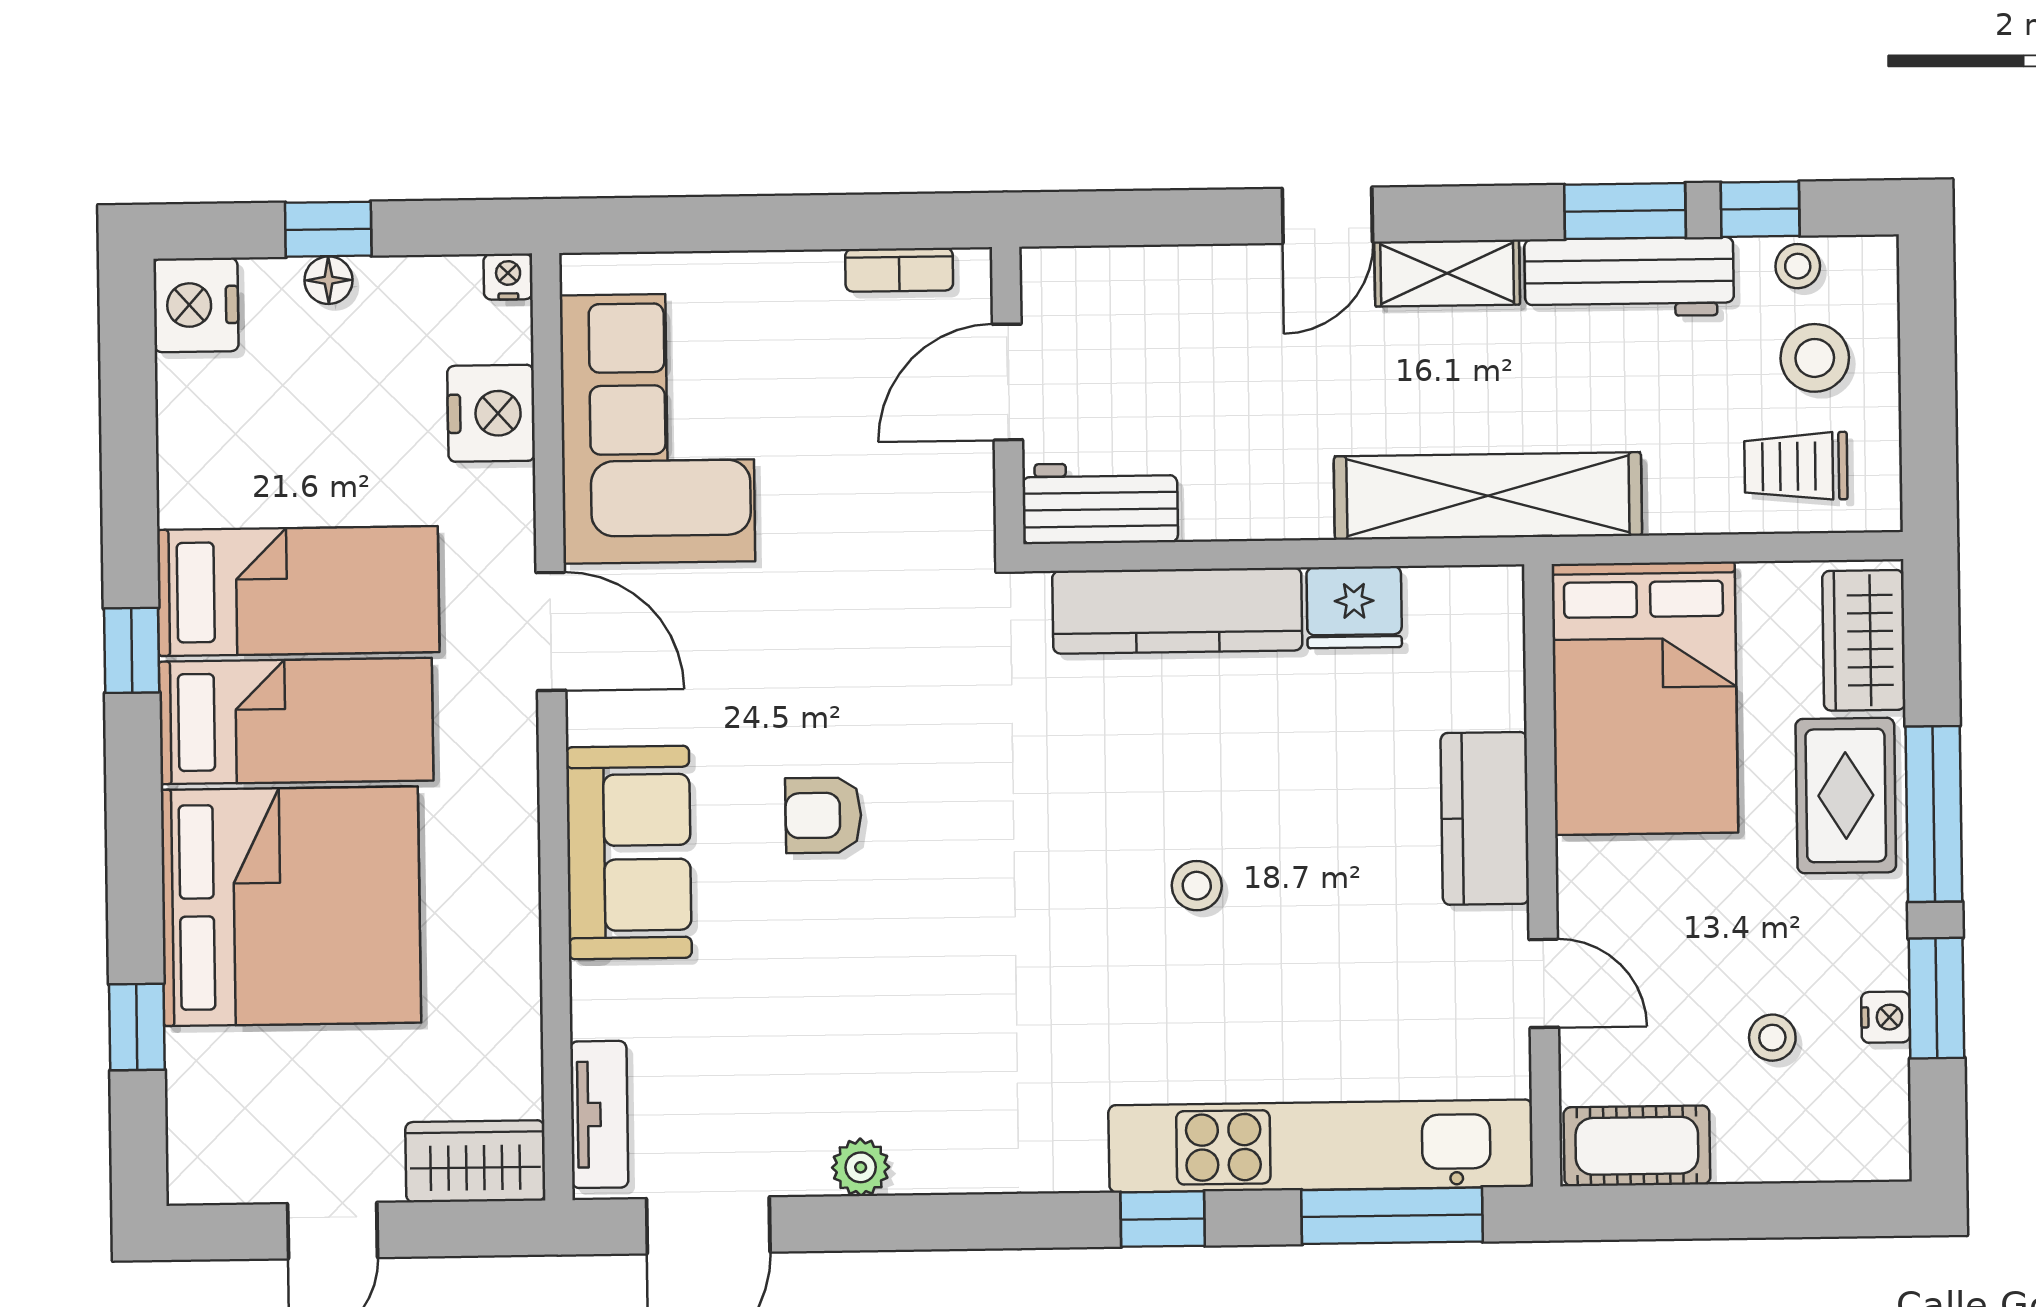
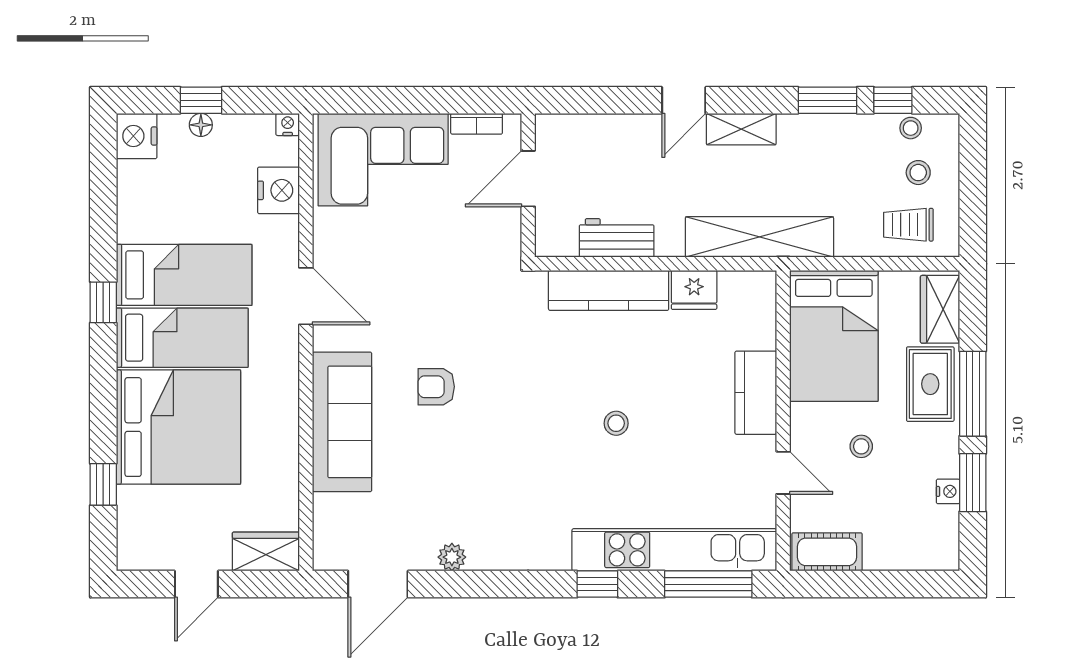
workbench: (1629, 277) -> (829, 132), removed
stool: (1815, 358) -> (918, 173), width x0.73, depth x0.73
corner sofa: (657, 428) -> (383, 160), moved, turned 90
workbench: (1100, 503) -> (617, 238), moved
sofa: (629, 852) -> (342, 422), width x1.36
stool: (1772, 1038) -> (861, 446), moved
tv unit: (599, 1114) -> (326, 530), removed

